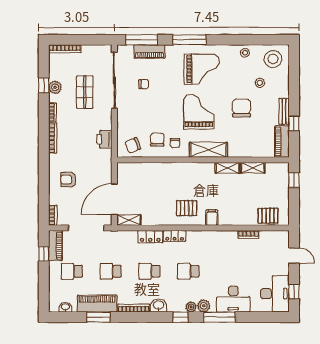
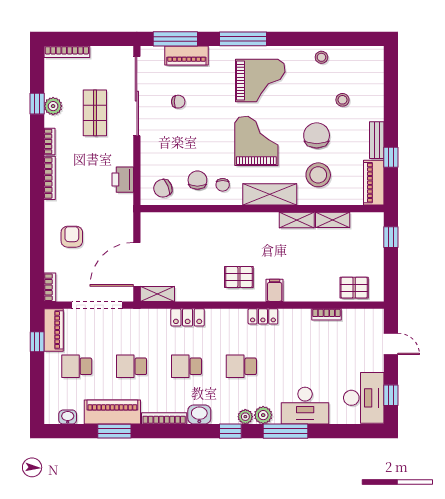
stool: (273, 59) -> (318, 175), moved
armchair: (68, 180) -> (72, 237), turned 90
locker: (175, 236) -> (263, 316), moved

